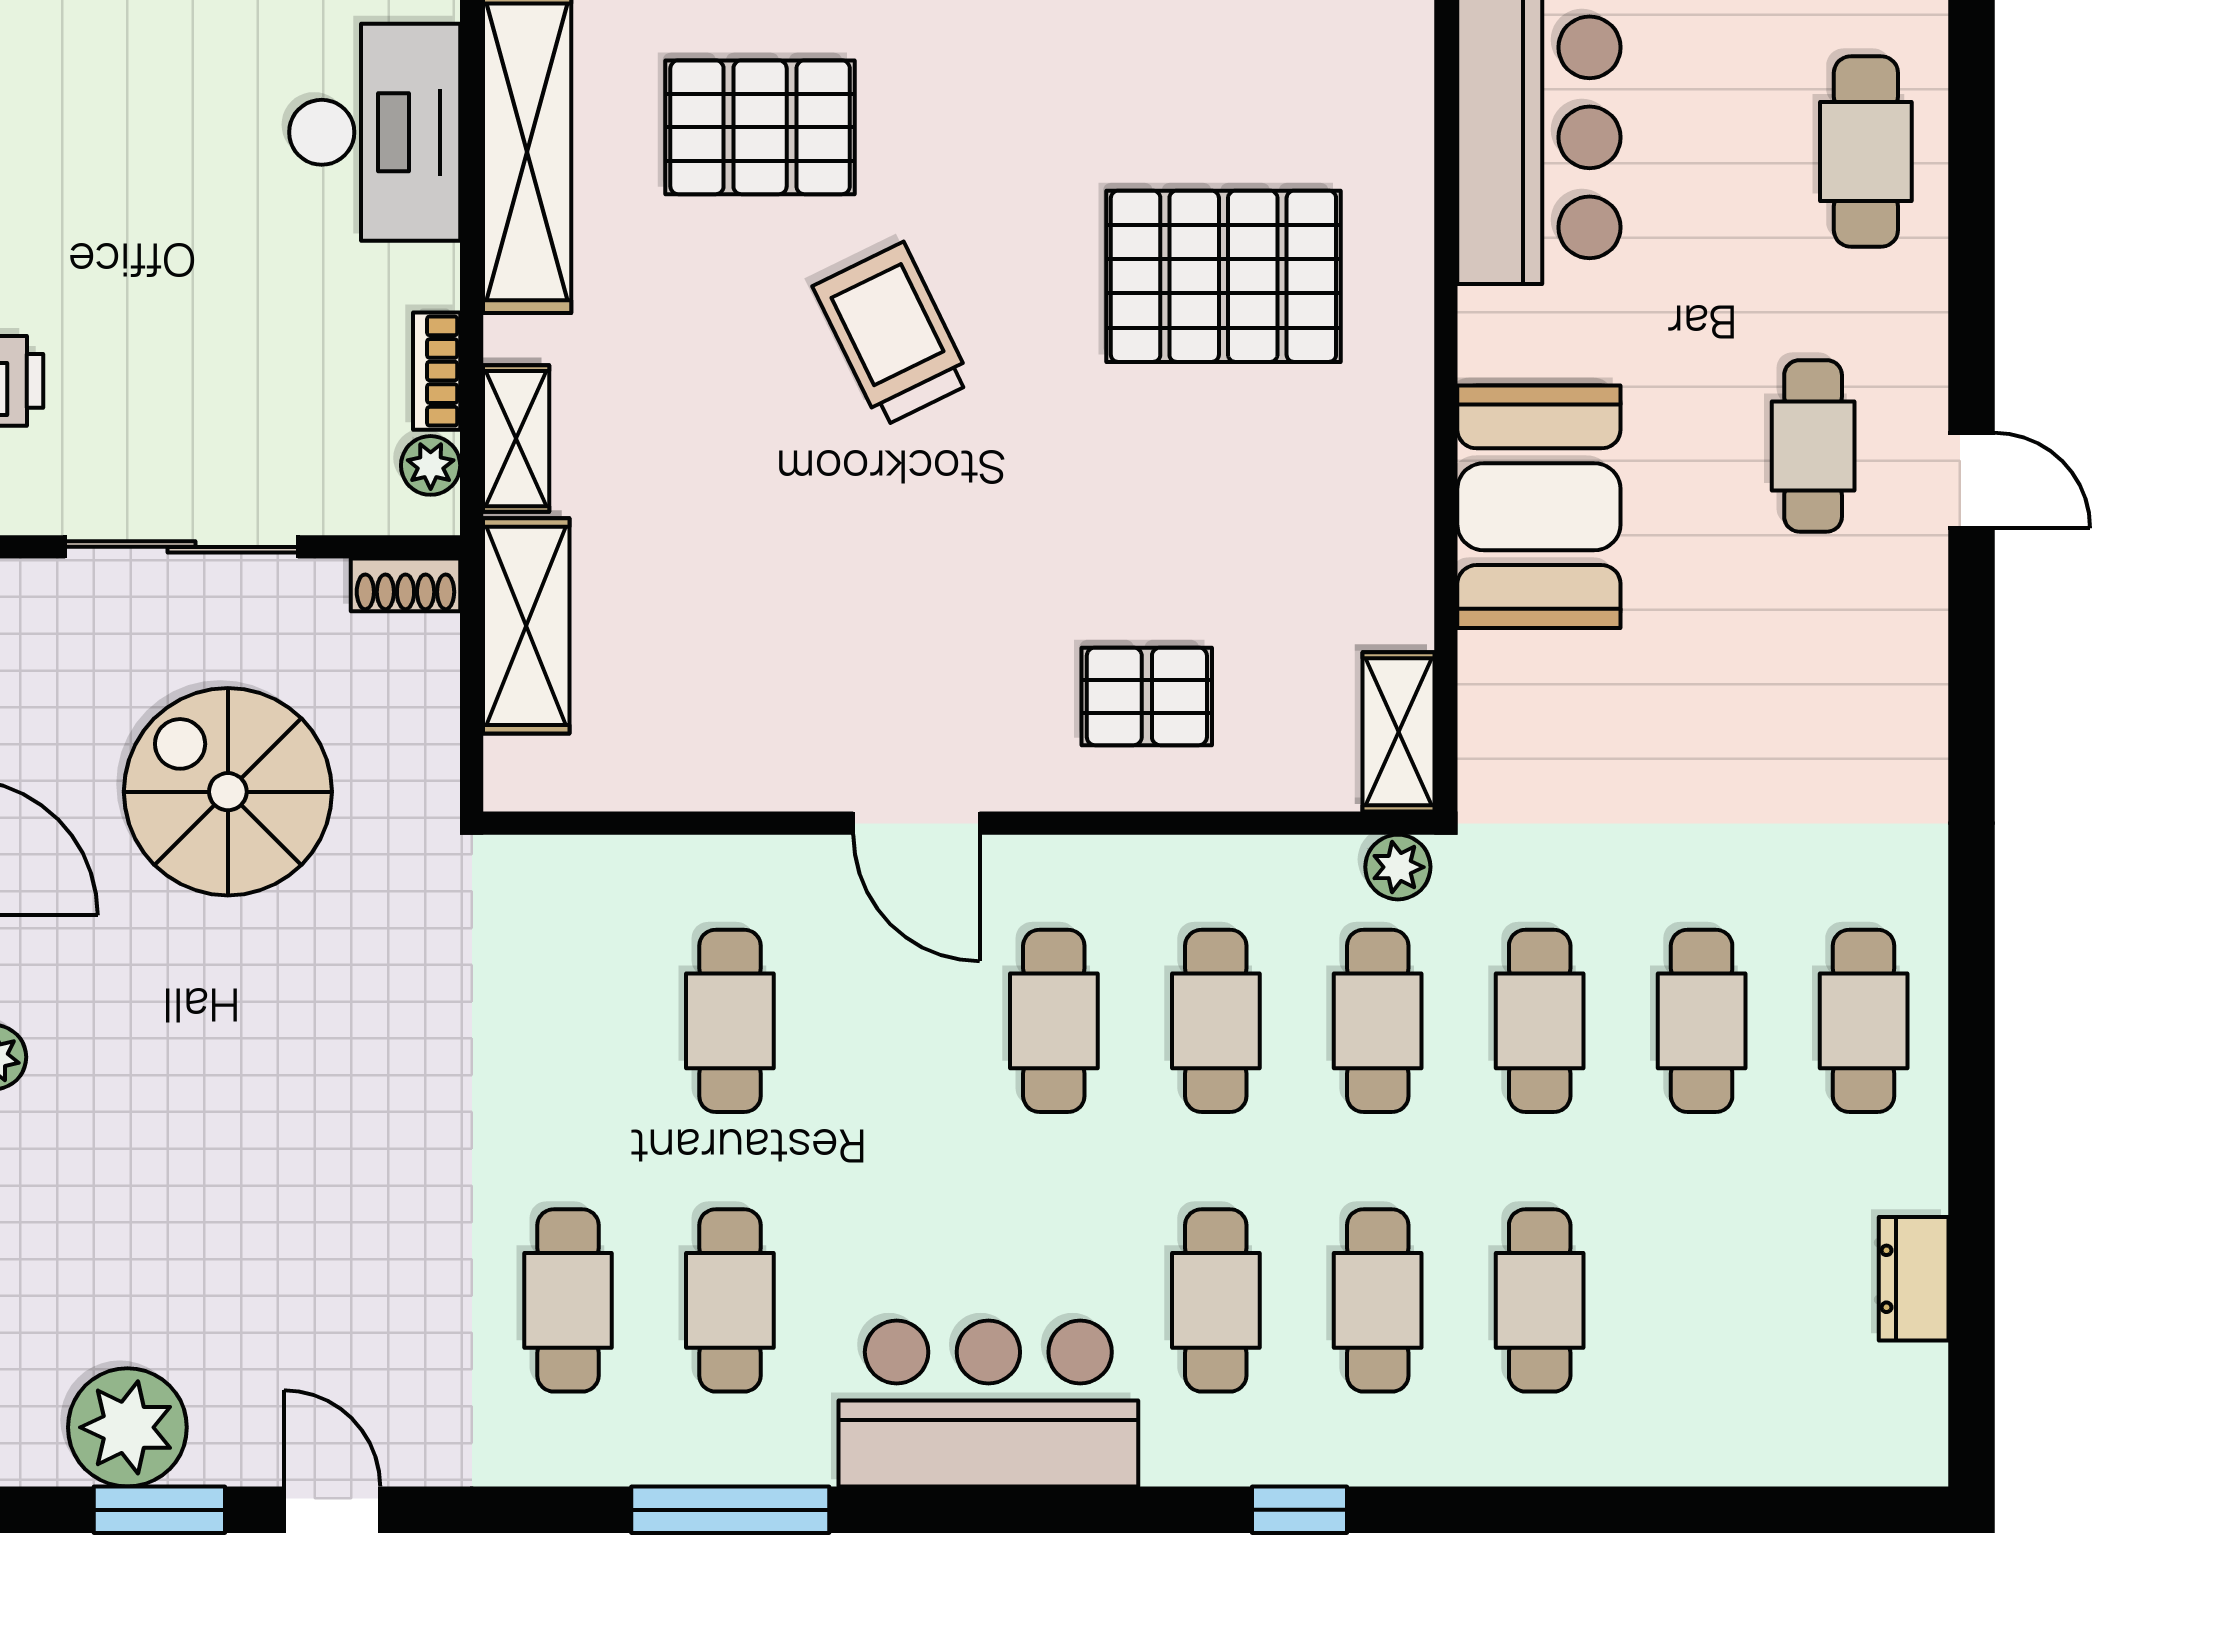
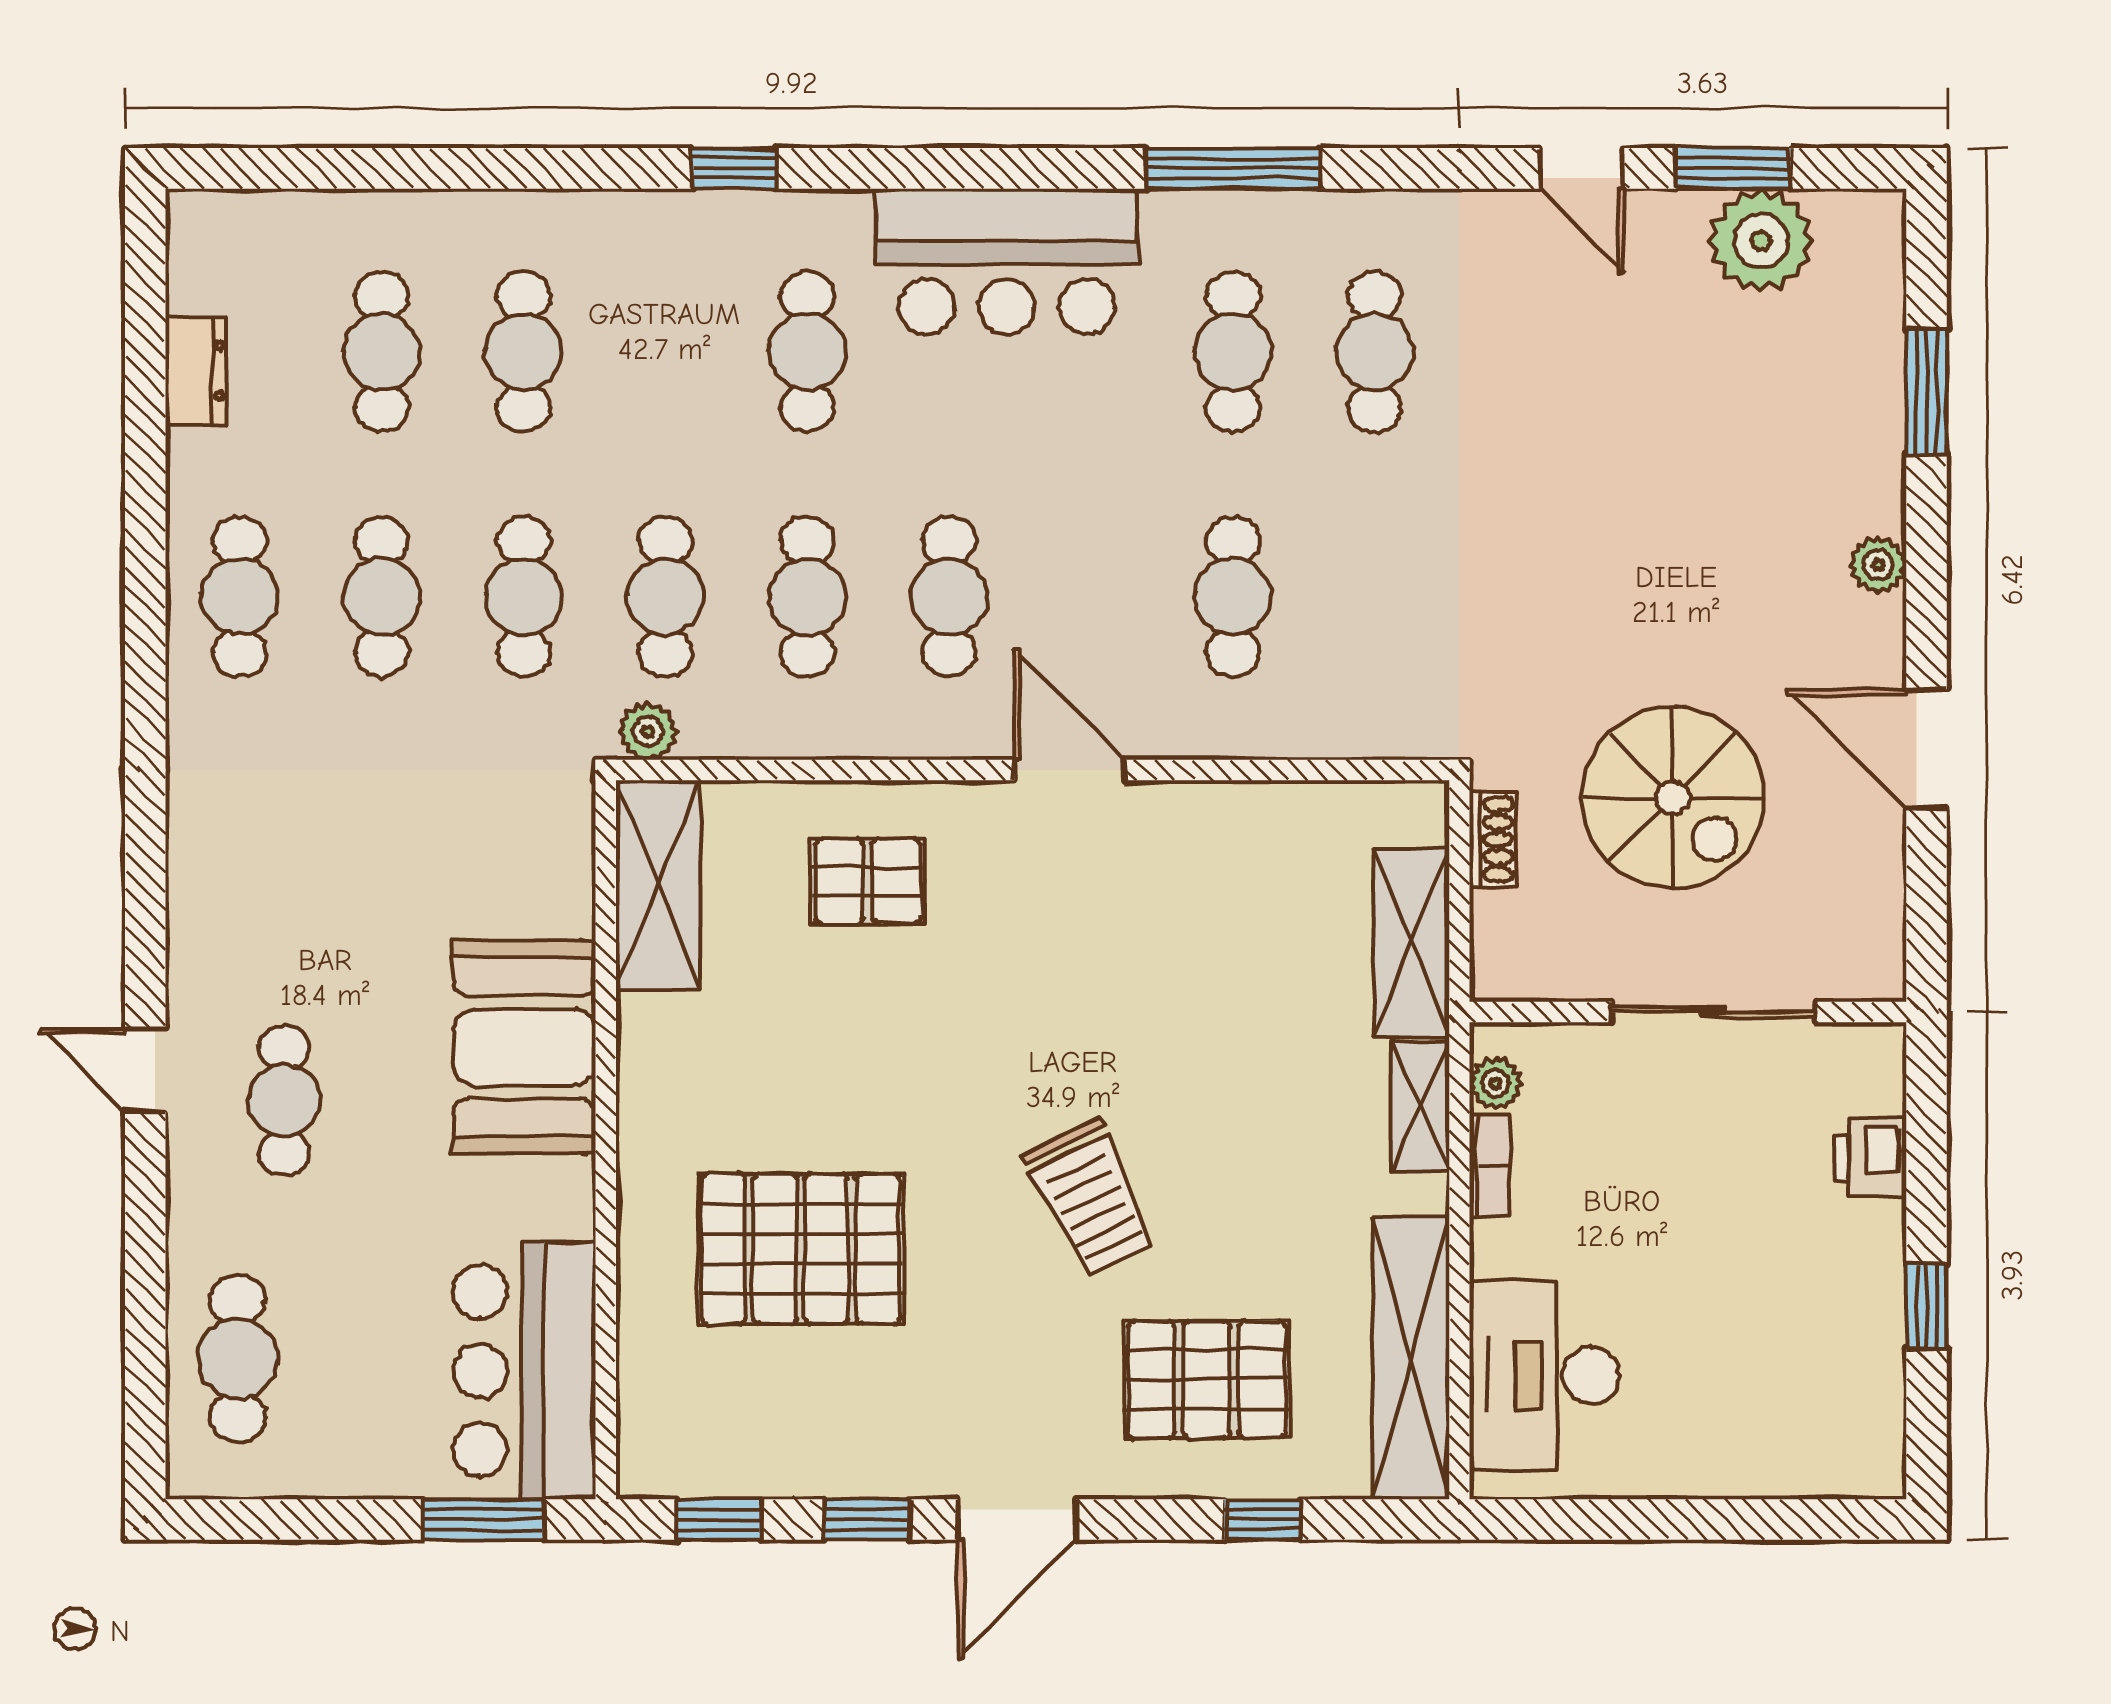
shoe rack: (405, 585) -> (1493, 839), moved, turned 90
shelving: (1399, 732) -> (658, 885), width x1.50, depth x1.33
cafe table: (1378, 1300) -> (382, 352), moved

